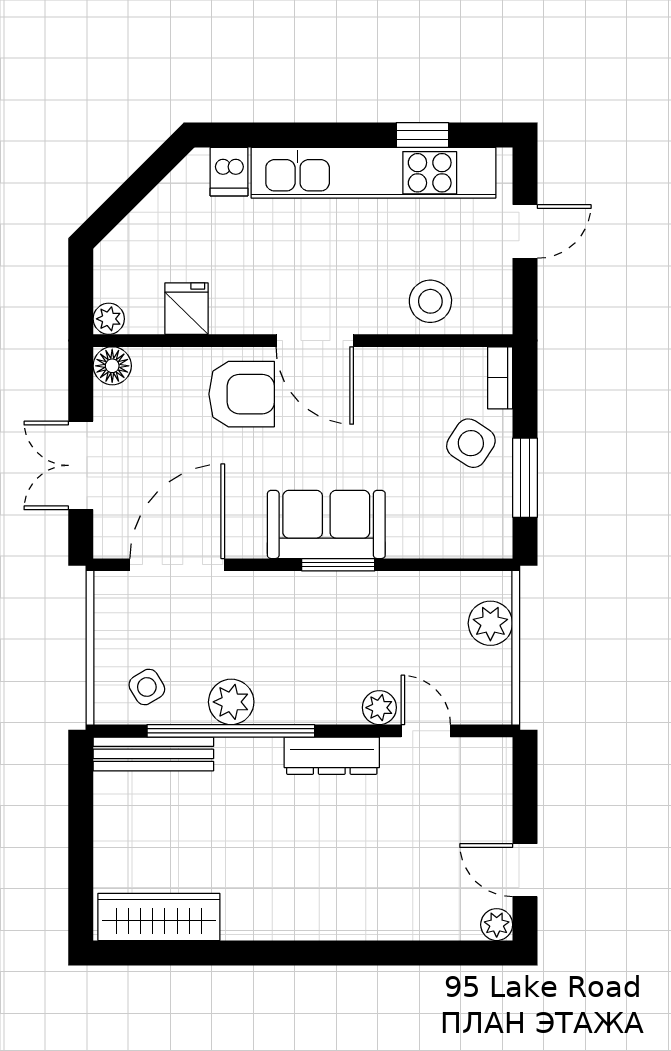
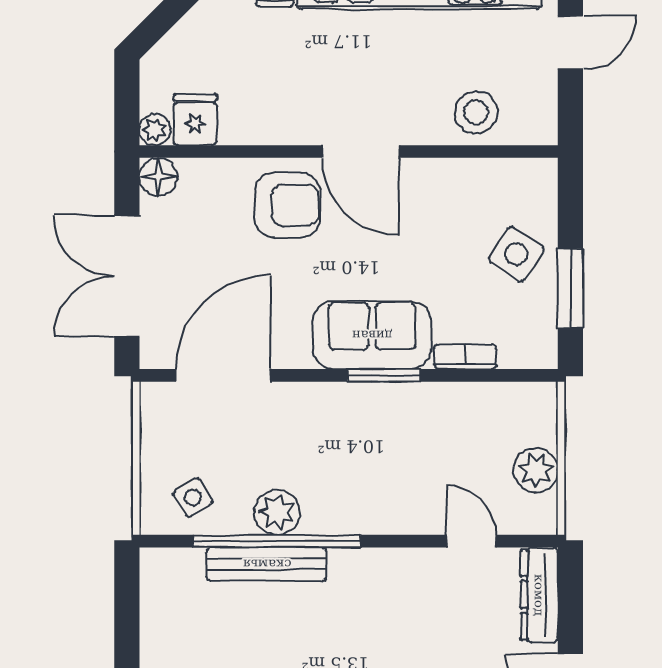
fridge: (187, 309) -> (195, 120), moved
bookcase: (500, 378) -> (465, 357), moved, turned 90
double door: (81, 465) -> (127, 276), width x1.37
plant: (490, 623) -> (536, 470), moved
plant: (379, 708) -> (425, 518), removed
bench: (153, 754) -> (267, 564), moved
dresser: (332, 756) -> (539, 595), moved, turned 90

